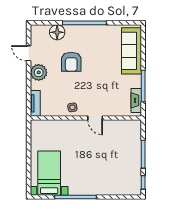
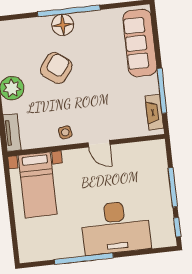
floor lamp: (57, 32) -> (63, 25), moved
armchair: (71, 62) -> (56, 68), turned -143
bed with nightstands: (49, 173) -> (38, 185), moved, turned 180
desk: (100, 178) -> (116, 228), added

